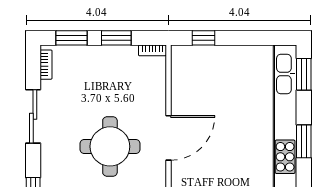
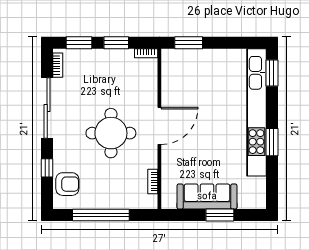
window: (203, 38) -> (189, 43), width x1.50
sliding door: (33, 116) -> (47, 108), width x1.36
window: (304, 141) -> (272, 142), moved

